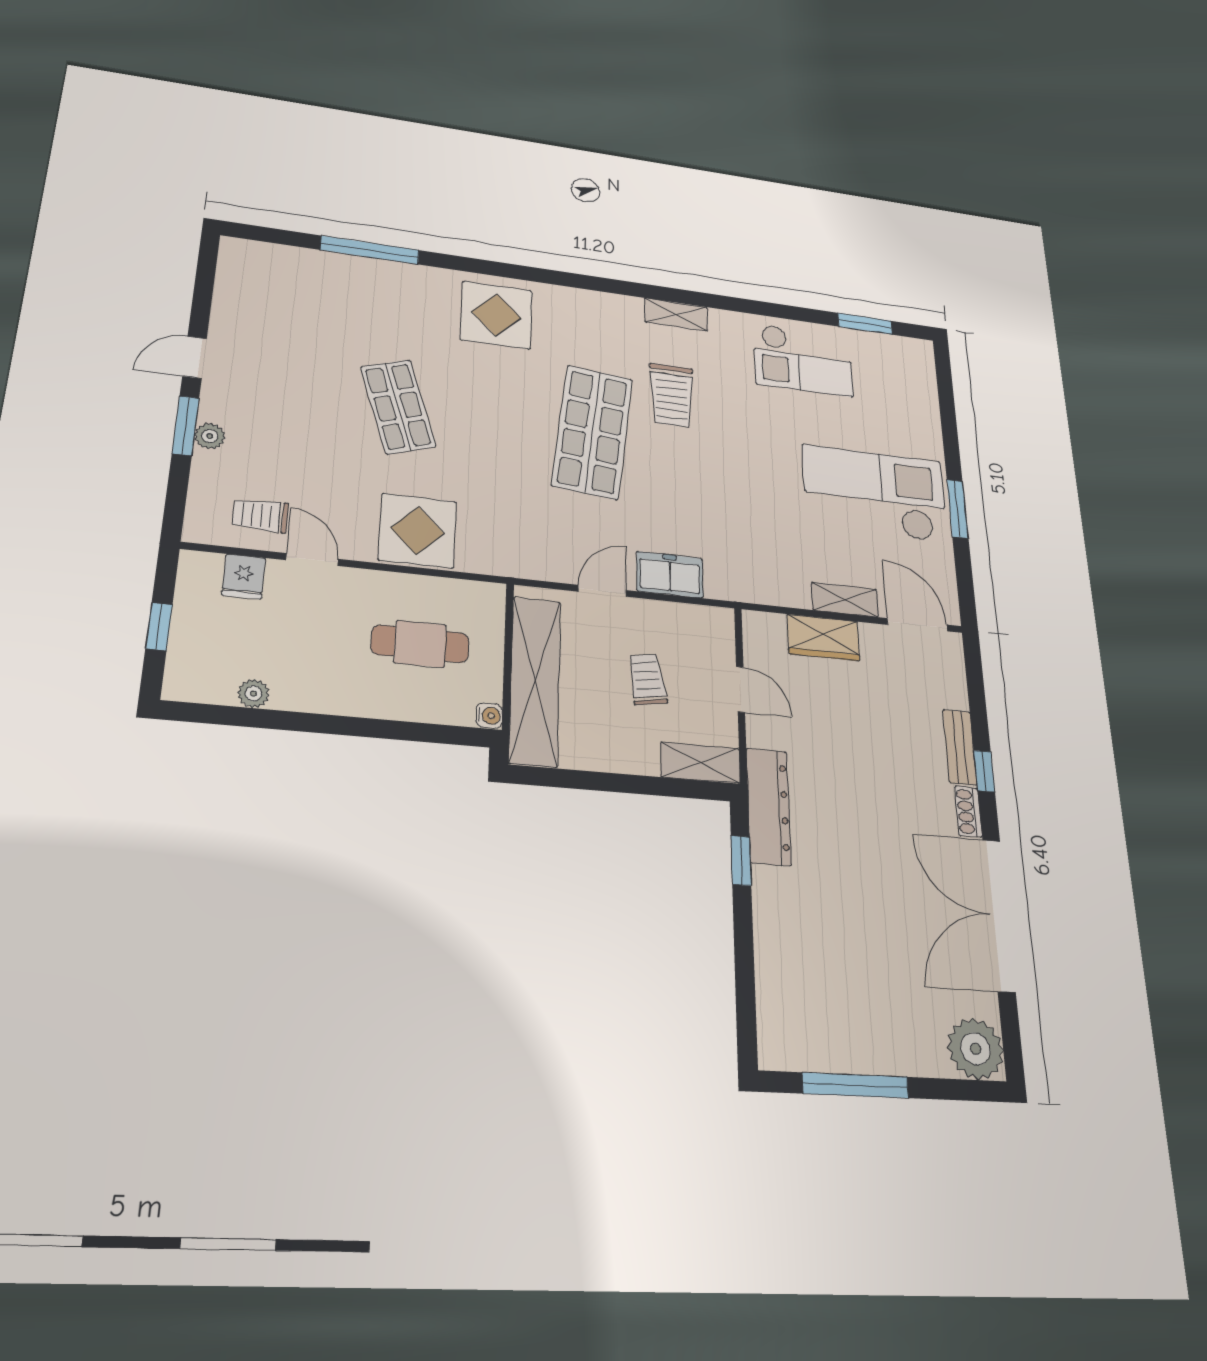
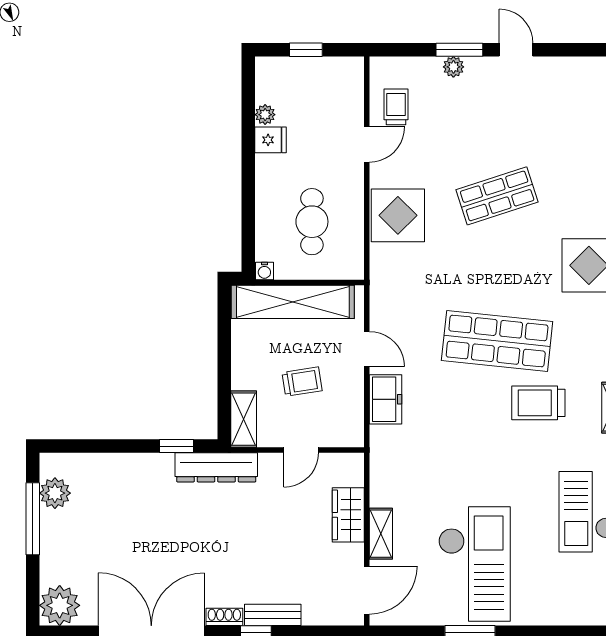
fridge: (244, 577) -> (271, 140), moved, turned 180
plant: (816, 1048) -> (55, 493), added

